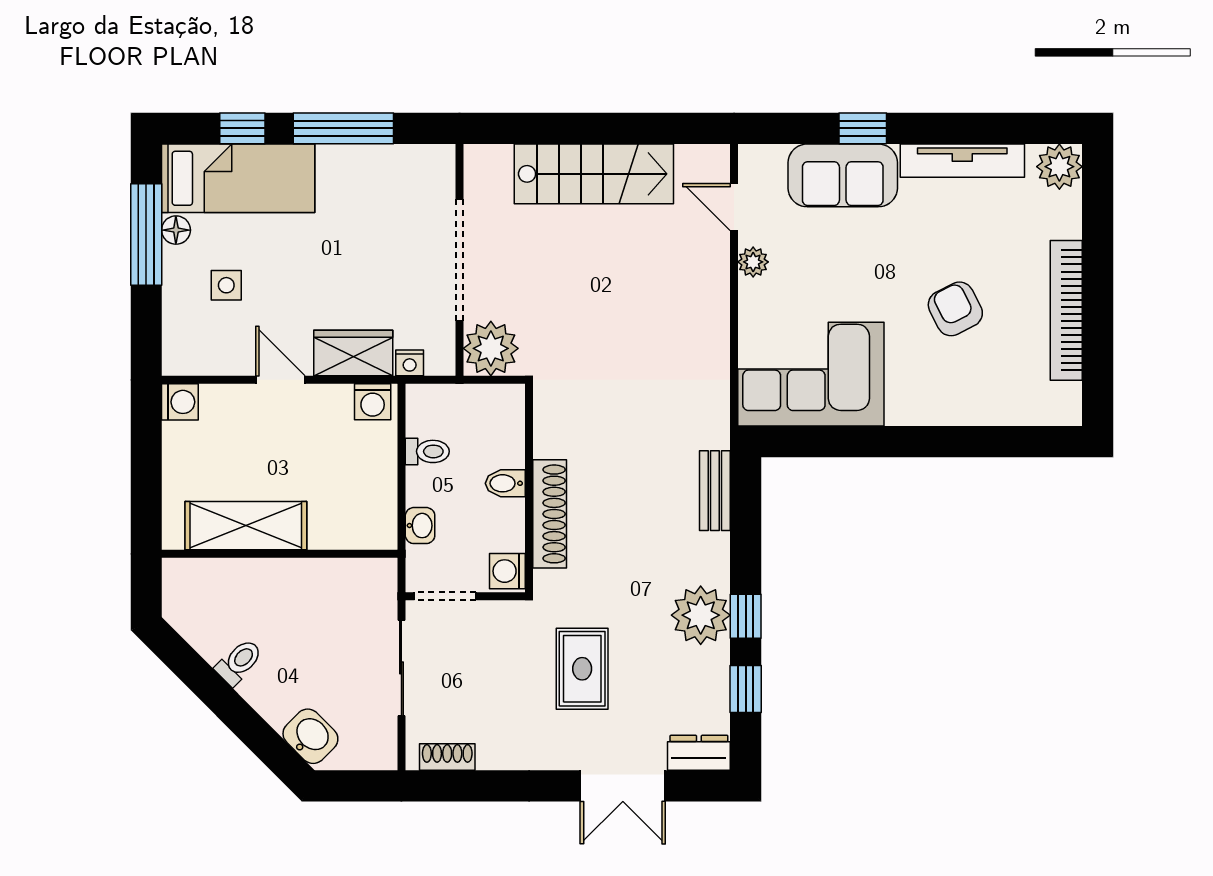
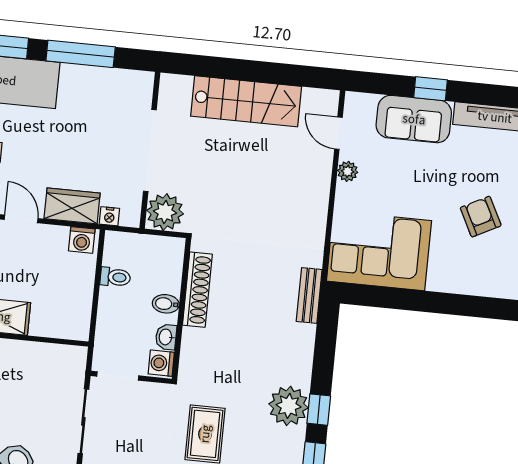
bench: (715, 491) -> (309, 295), moved
shoe rack: (550, 514) -> (197, 290), moved
washbasin: (420, 526) -> (166, 337), moved, turned 180

